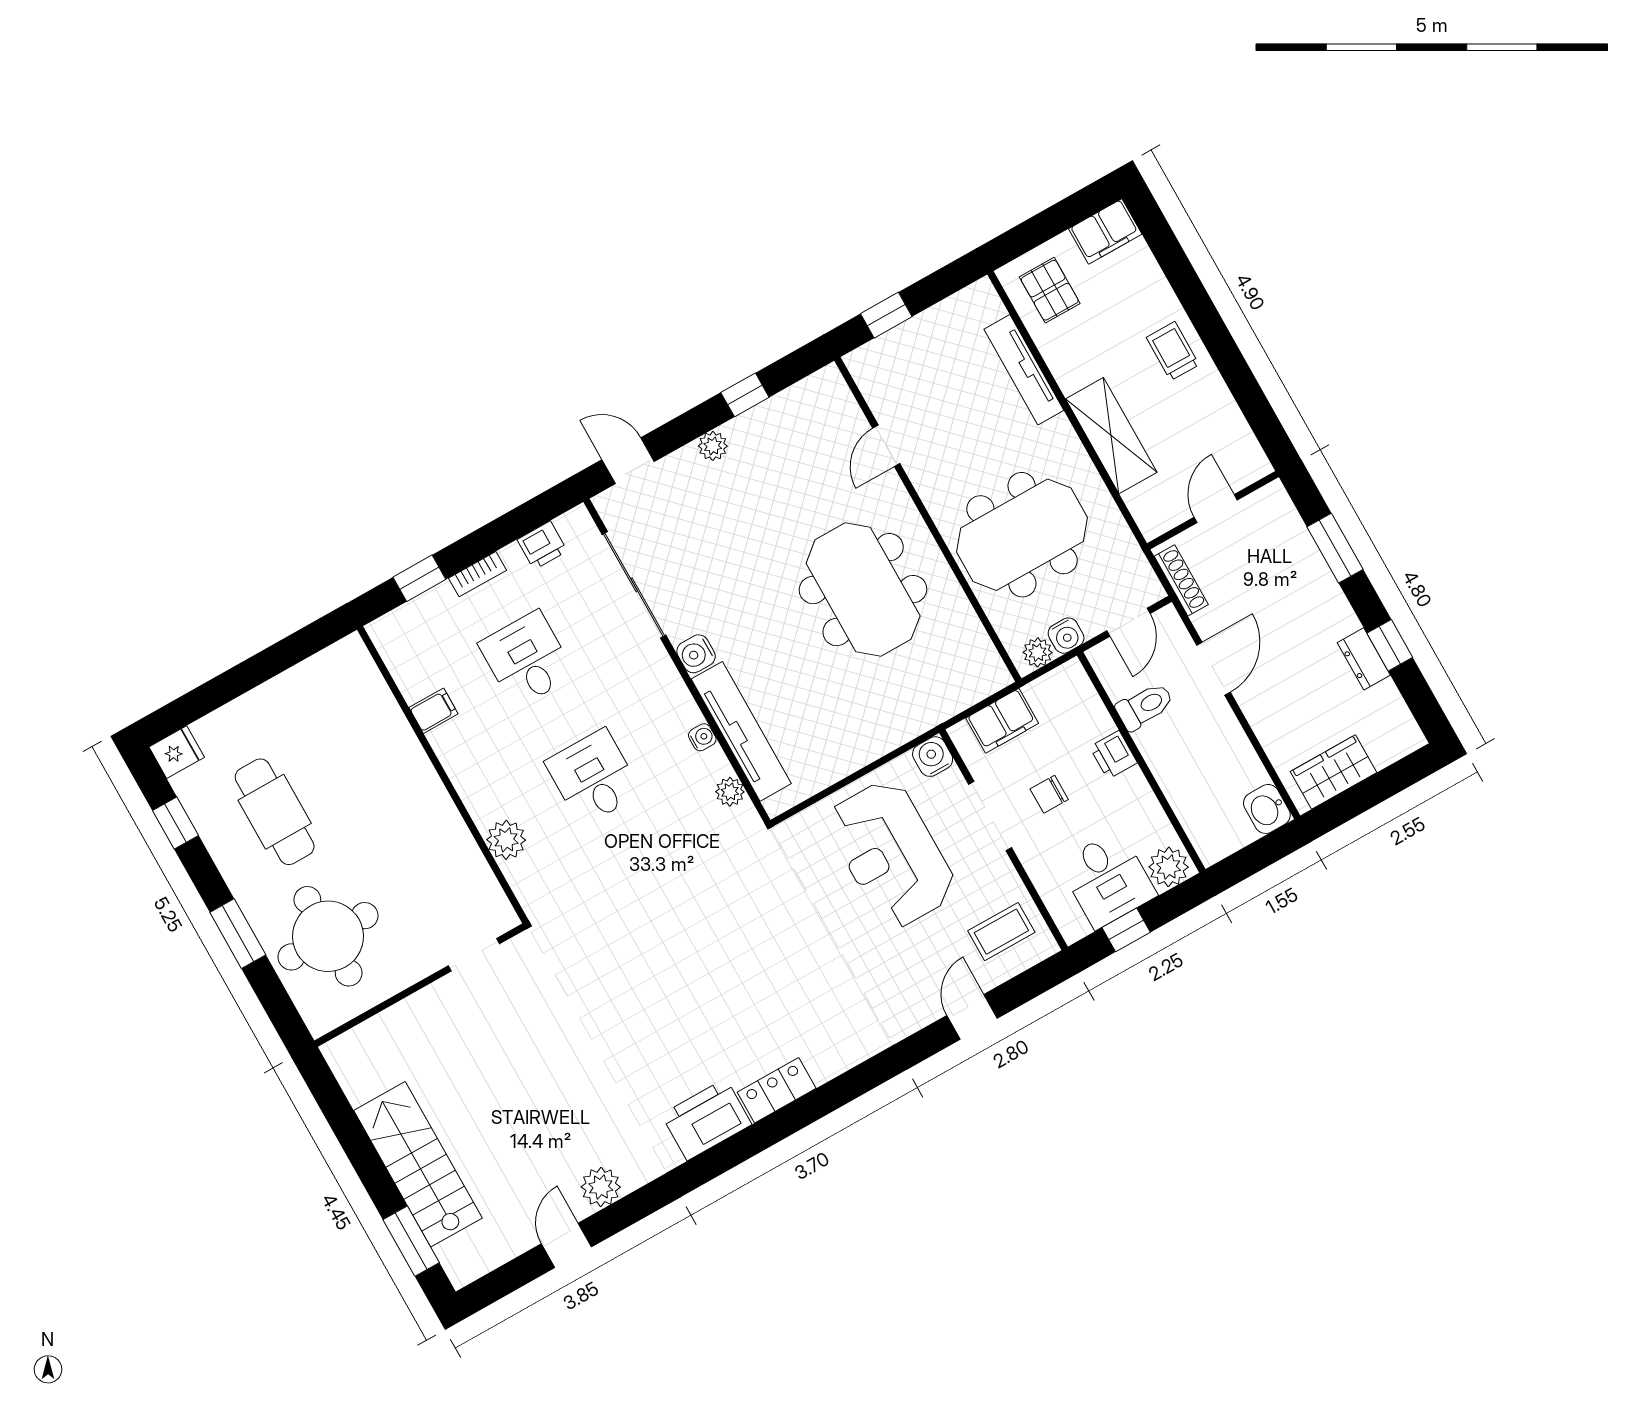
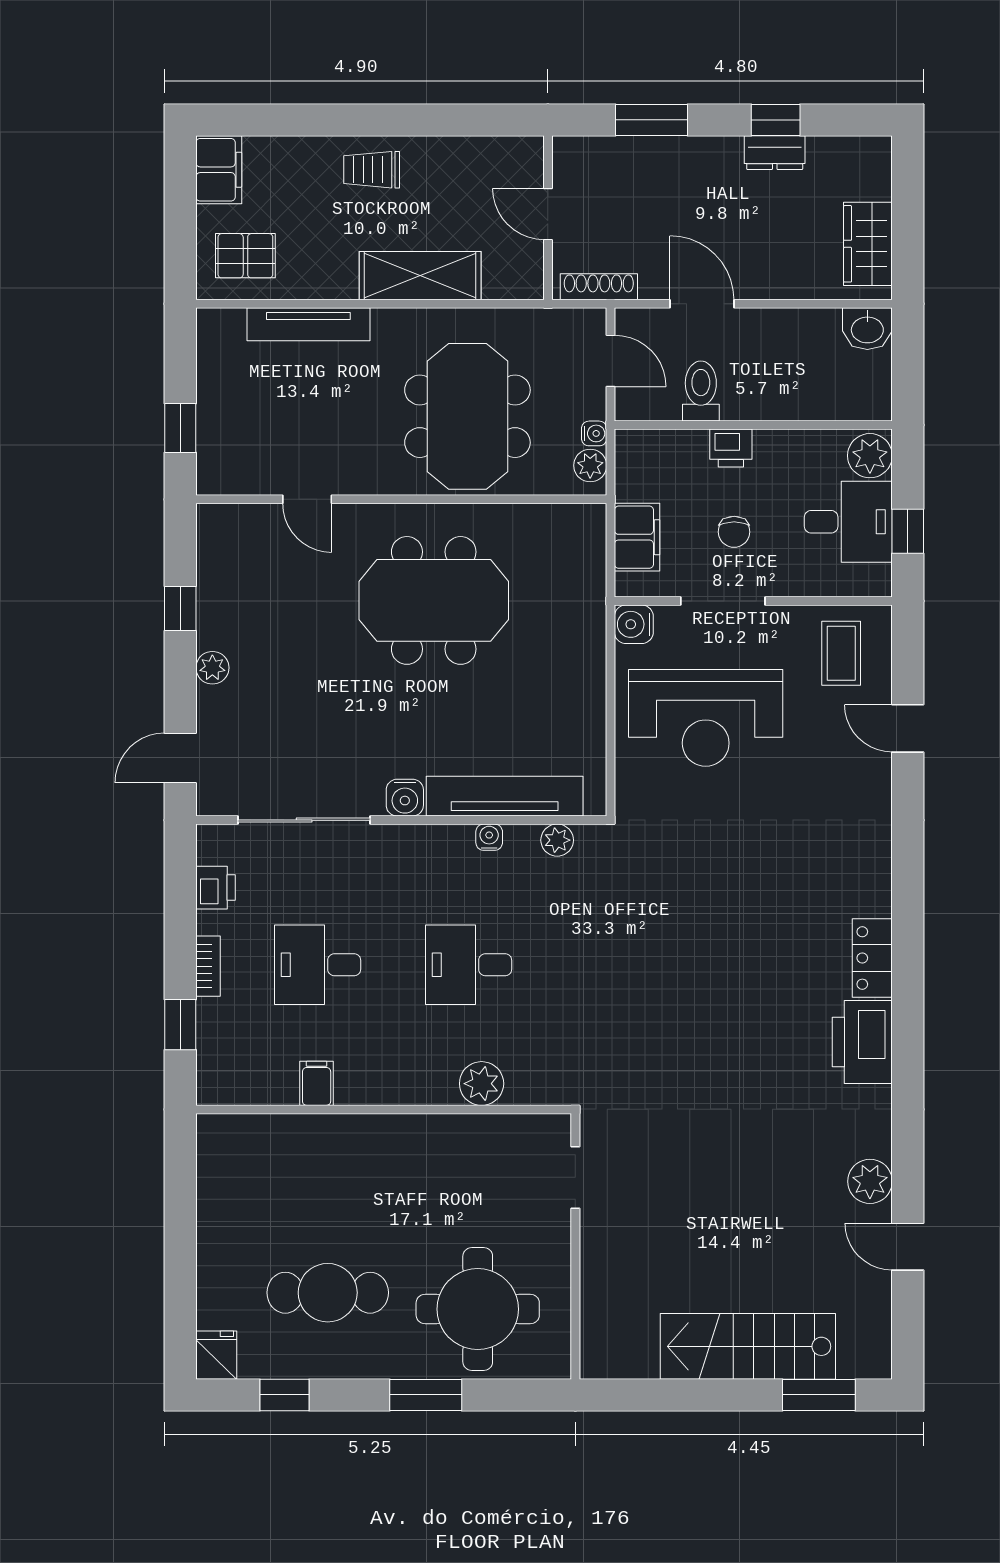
water cooler: (1066, 636) -> (594, 433), width x0.72, depth x0.72

